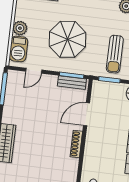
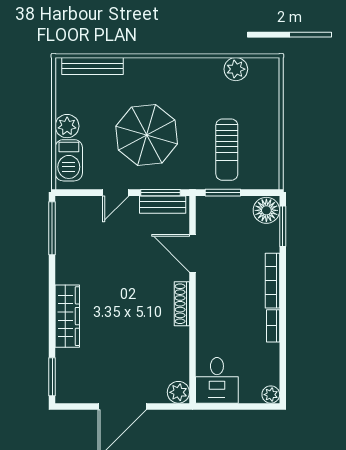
door: (34, 71) -> (116, 193), moved
door: (87, 114) -> (193, 253), hinge flipped

